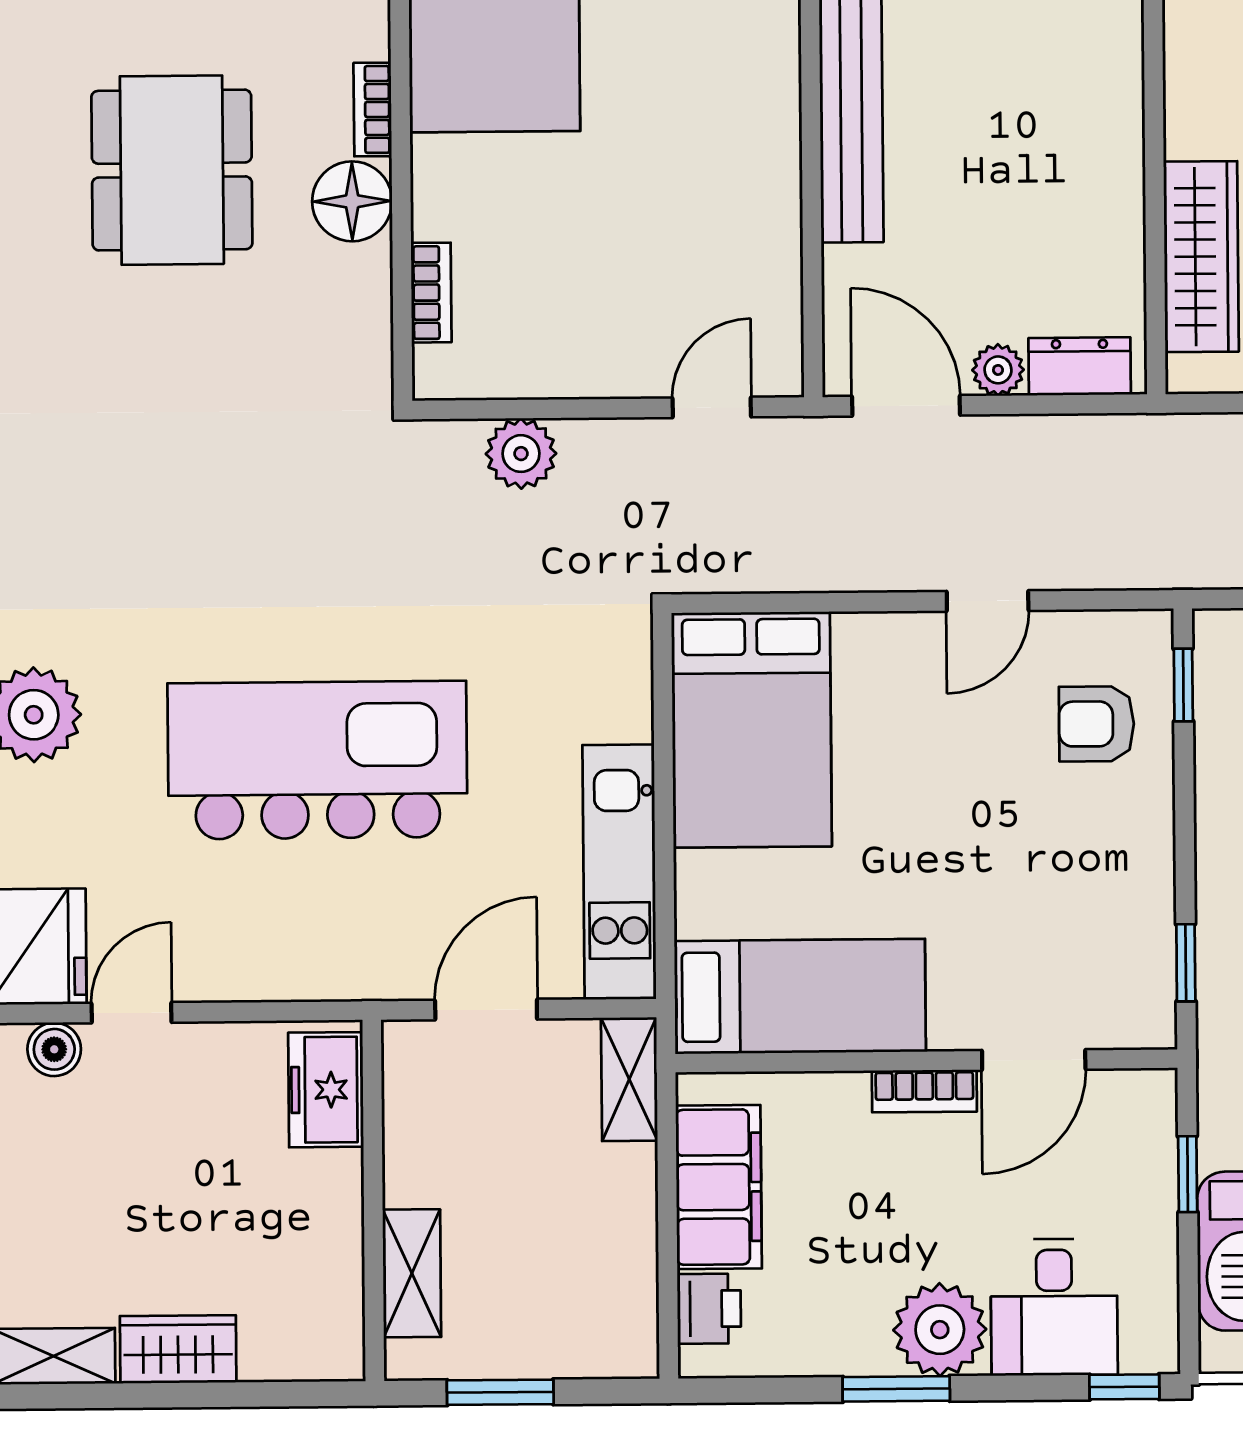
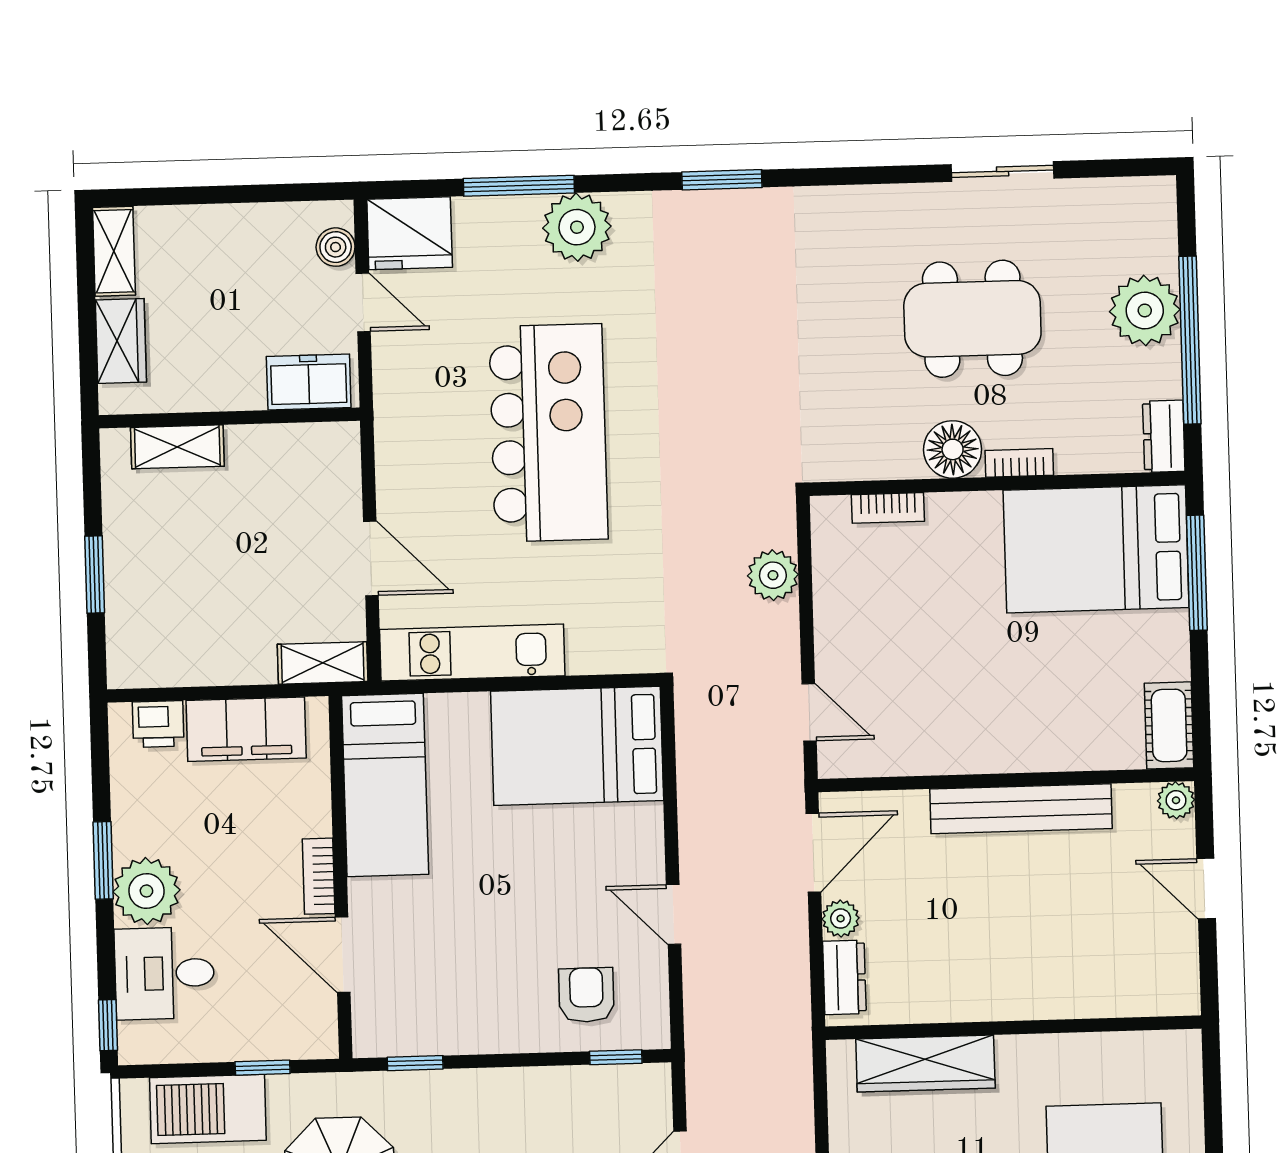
freezer: (326, 1090) -> (309, 382), moved
wall: (373, 1200) -> (229, 418), moved
shelving: (412, 1273) -> (177, 447), moved

